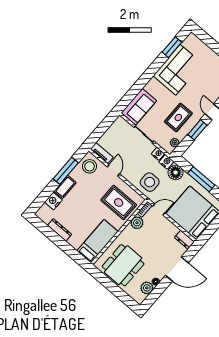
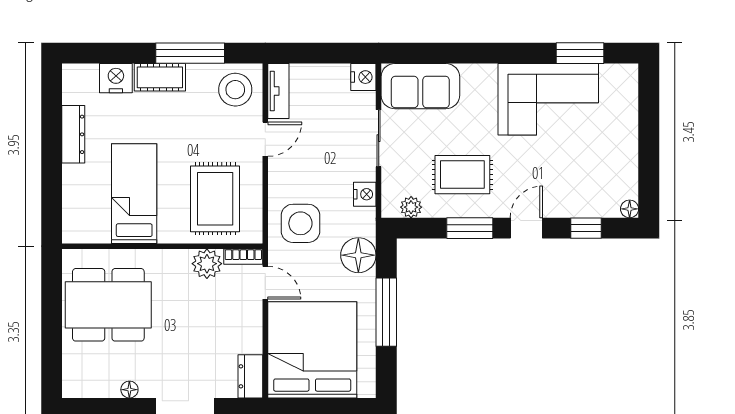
nightstand: (166, 162) -> (363, 77), moved
bed: (98, 241) -> (134, 194), moved, turned -90
plant: (147, 288) -> (104, 383), removed

